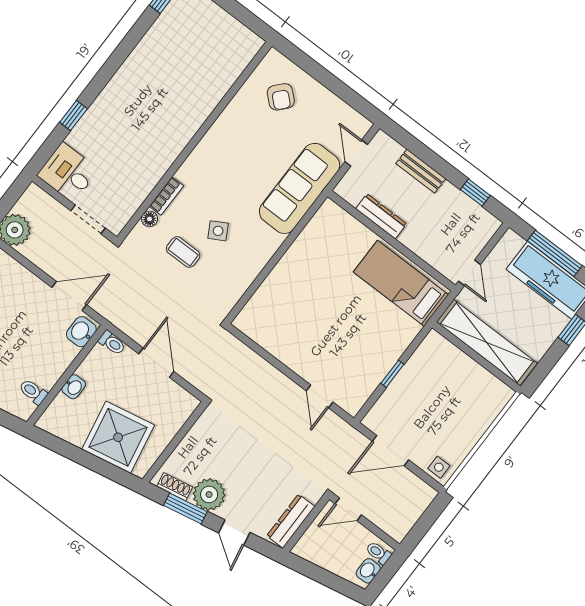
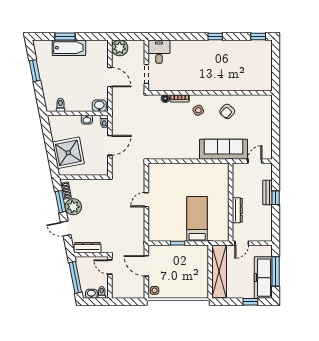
armchair: (281, 97) -> (227, 111), moved
window: (73, 115) -> (215, 36), moved
window: (475, 193) -> (276, 198), moved
dresser: (381, 216) -> (237, 210), moved
side table: (218, 231) -> (198, 110), moved
coffee table: (183, 252) -> (162, 122), removed
bed: (401, 283) -> (197, 219), moved
door: (69, 296) -> (110, 77), moved
washbasin: (74, 387) -> (87, 120), moved
door: (320, 396) -> (146, 200), moved
door: (234, 533) -> (66, 228), hinge flipped
window: (323, 576) -> (75, 277), added

